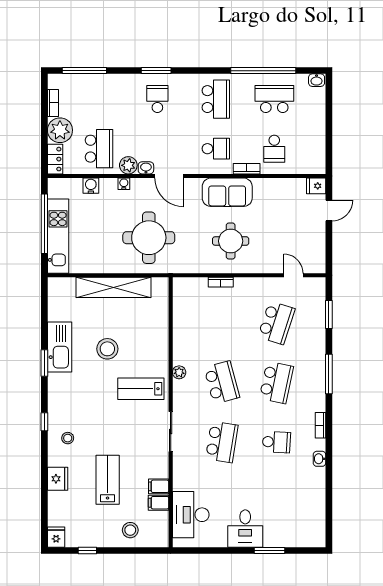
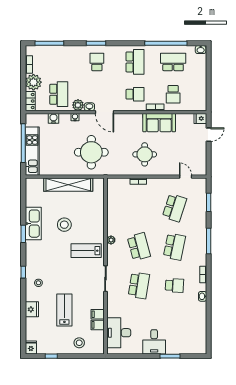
sofa: (227, 192) -> (159, 123), moved

